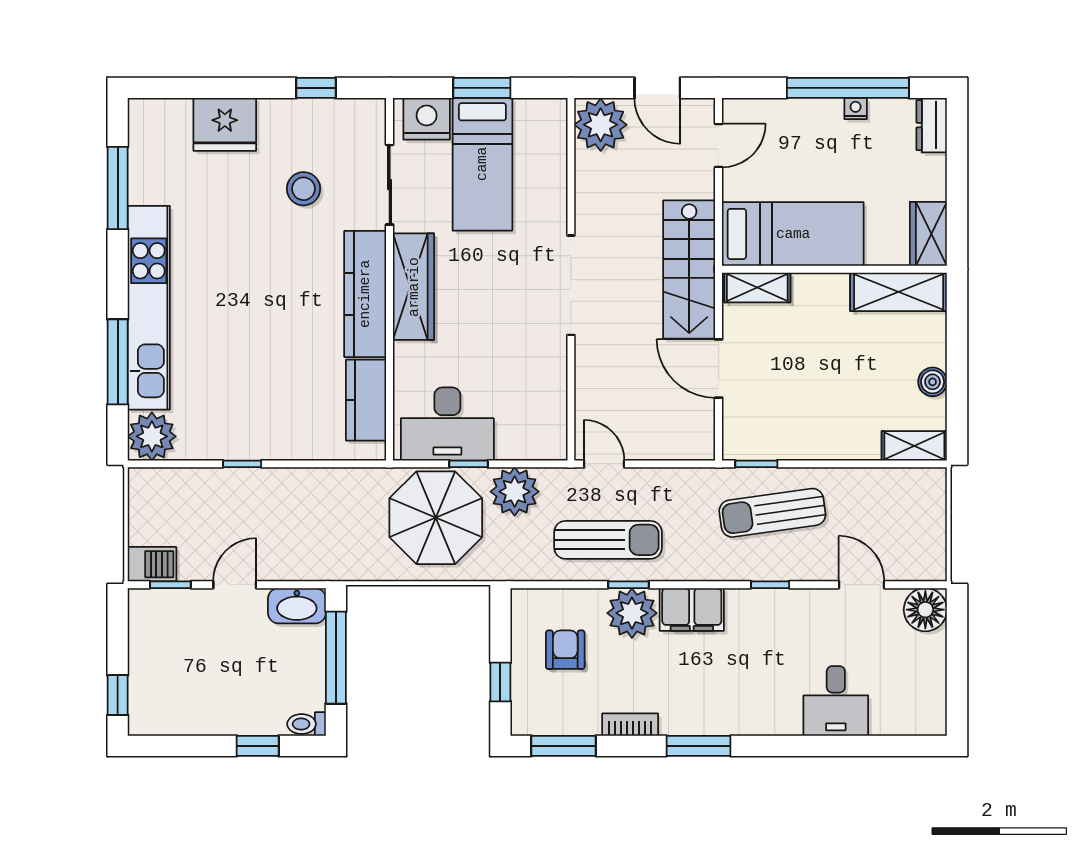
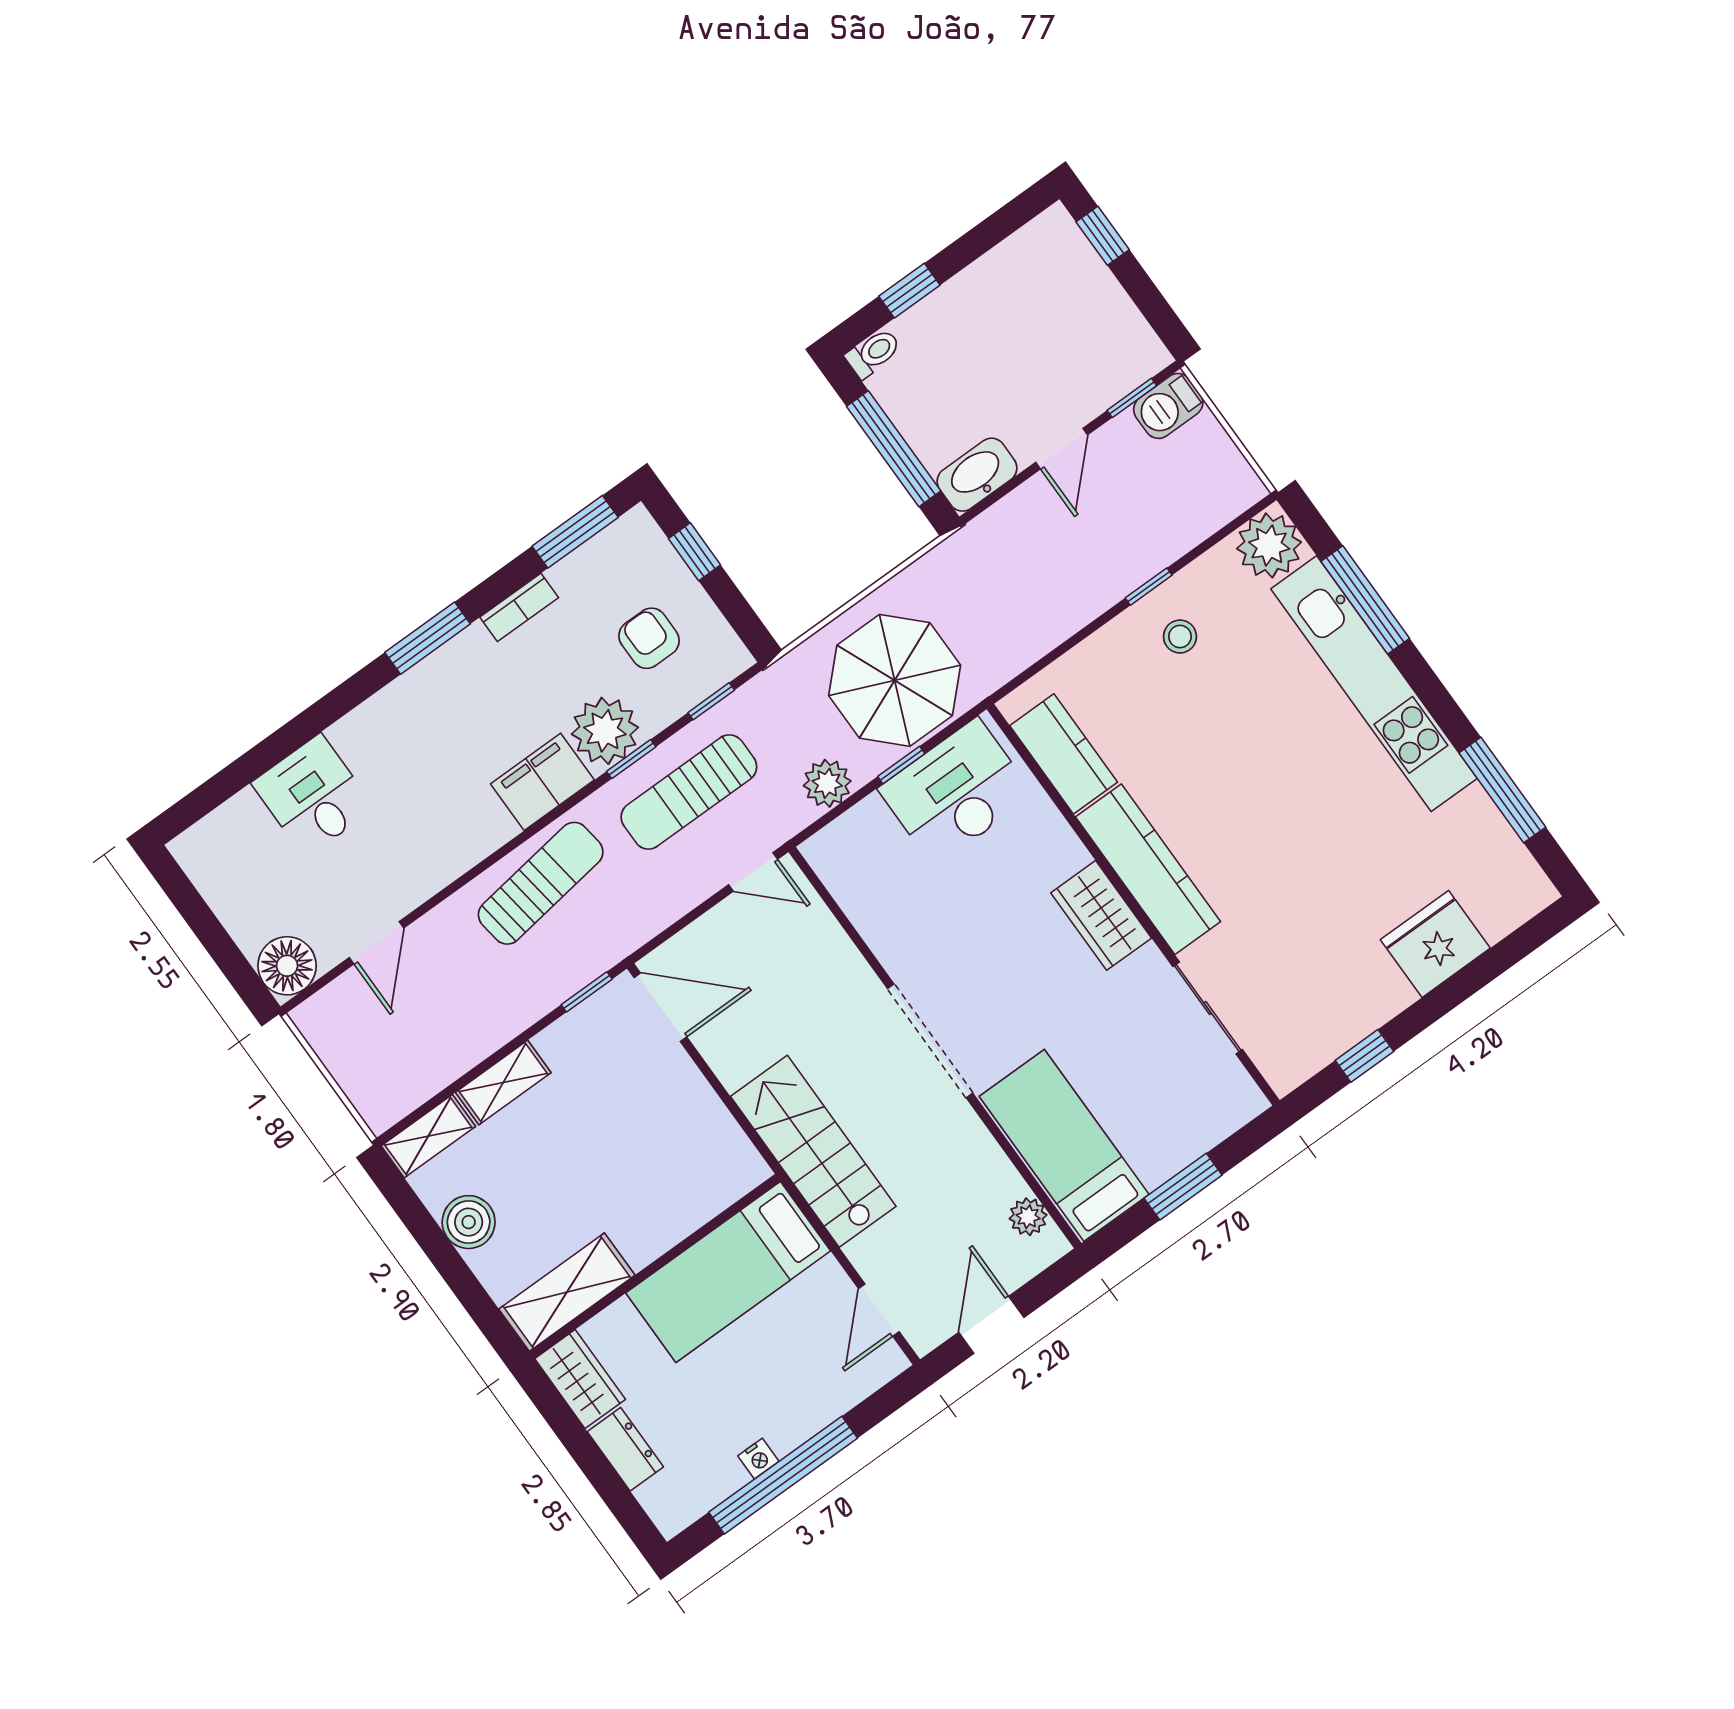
door: (657, 88) -> (991, 1325), hinge flipped
nightstand: (427, 119) -> (1219, 1109), removed
plant: (601, 125) -> (1028, 1217), width x0.53, depth x0.53
dresser: (932, 125) -> (625, 1449), moved
bed: (482, 164) -> (1064, 1145), moved
stool: (303, 189) -> (1180, 637), moved, width x0.73, depth x0.73
wardrobe: (414, 287) -> (1101, 915), width x0.67
shelving: (757, 287) -> (503, 1082), moved
door: (719, 369) -> (660, 1007), moved
boiler: (933, 382) -> (469, 1222), width x1.36, depth x1.36
plant: (515, 492) -> (827, 783), width x0.73, depth x0.73
sun lounger: (772, 513) -> (541, 883), moved
window: (770, 585) -> (711, 701), moved
door: (861, 585) -> (377, 943), hinge flipped
armchair: (565, 650) -> (649, 638), turned 180

